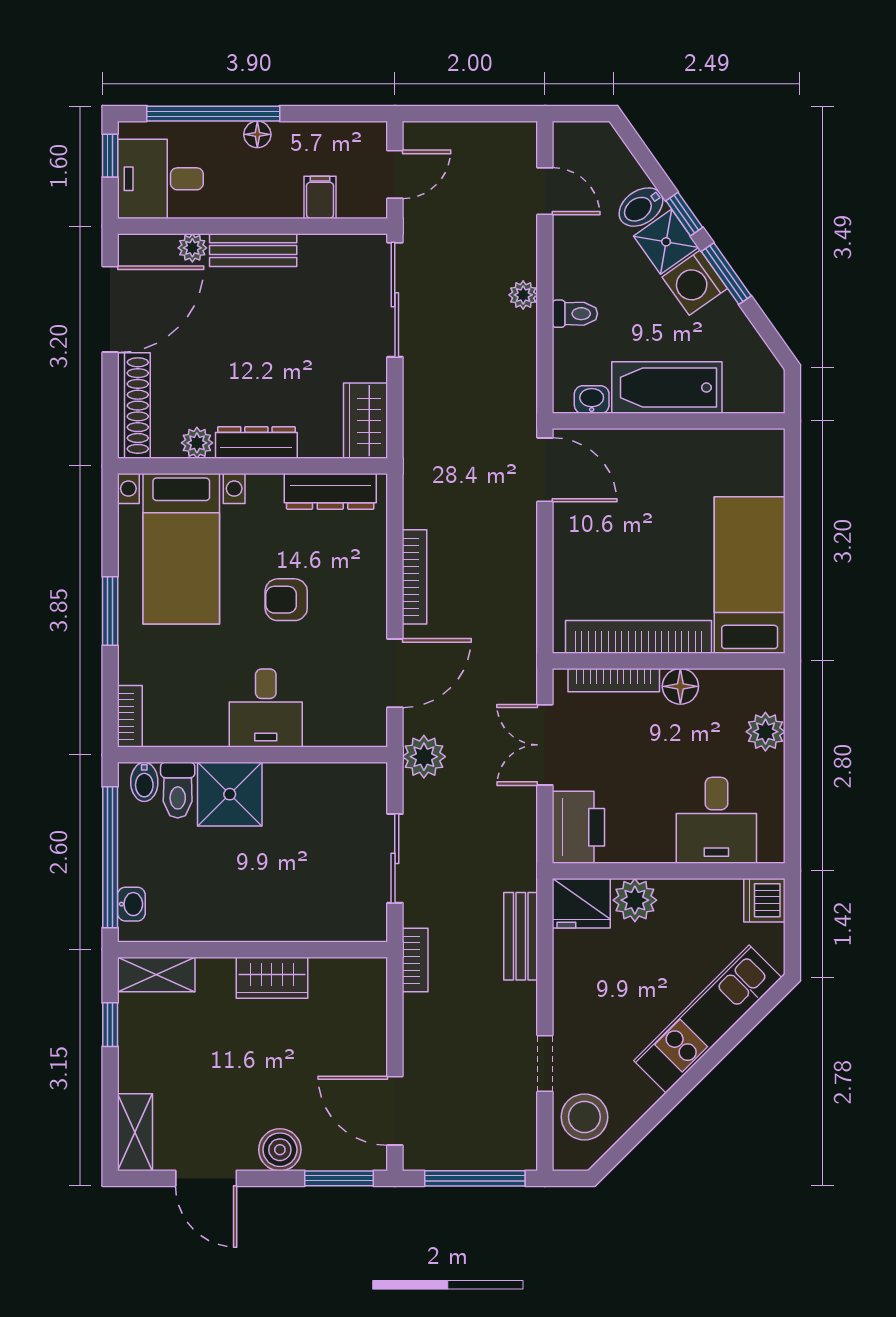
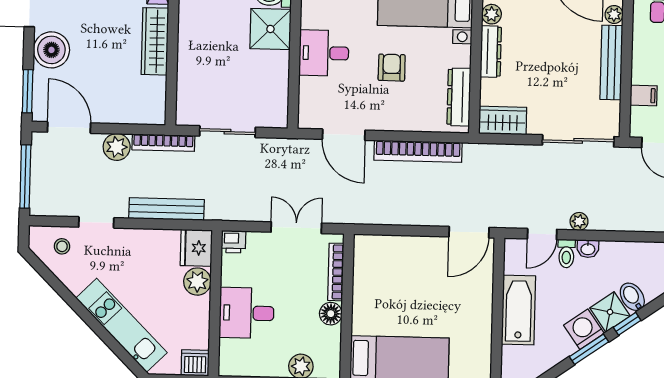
door: (545, 191) -> (542, 234), moved
bench: (253, 250) -> (611, 63), width x1.36
washbasin: (592, 400) -> (588, 249), moved, turned 90
bookcase: (415, 577) -> (418, 151), width x1.48, depth x1.31
bookcase: (639, 637) -> (362, 288), removed
plant: (424, 757) -> (117, 147), moved
desk: (716, 820) -> (247, 313), moved
printer: (578, 827) -> (234, 242), width x0.53, depth x0.68
bench: (521, 936) -> (166, 209), width x1.36
bookcase: (415, 960) -> (163, 143), width x1.56
wardrobe: (272, 978) -> (155, 41), width x1.50
door: (395, 1111) -> (69, 127), hinge flipped
stool: (584, 1117) -> (62, 246), width x0.53, depth x0.53
boiler: (280, 1150) -> (51, 50), width x1.37, depth x1.37

